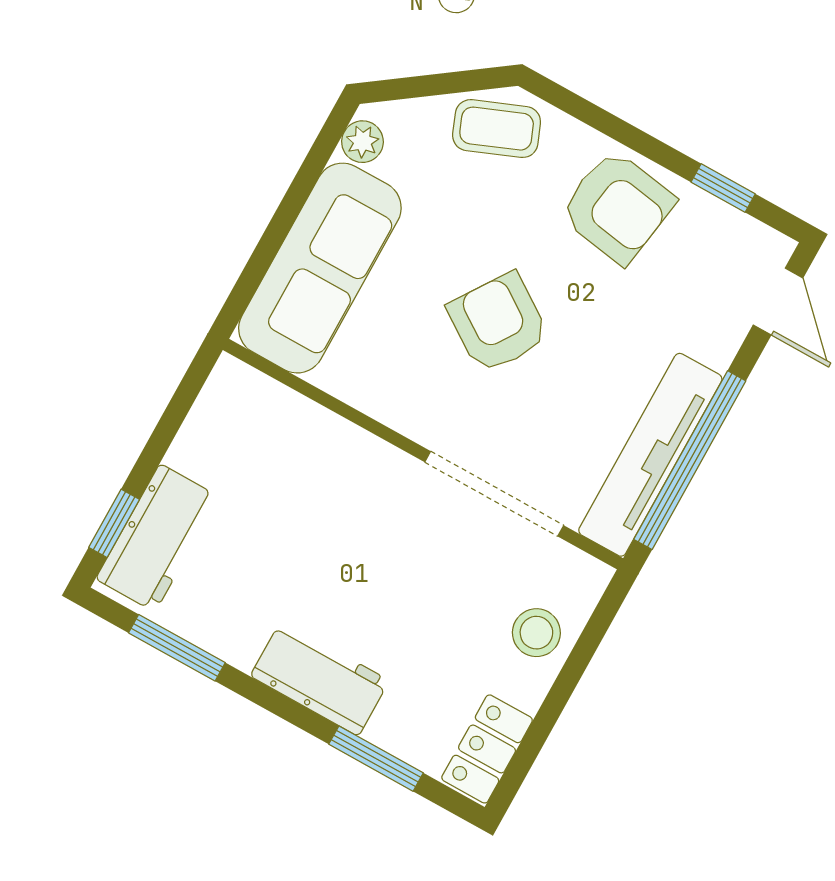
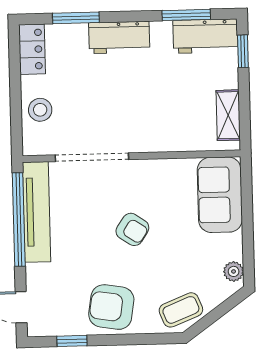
sofa: (320, 268) -> (220, 195), width x0.73
armchair: (498, 323) -> (132, 229), width x0.72, depth x0.72
shelving: (208, 425) -> (228, 115), added
workbench: (157, 538) -> (205, 36), moved, turned -90

